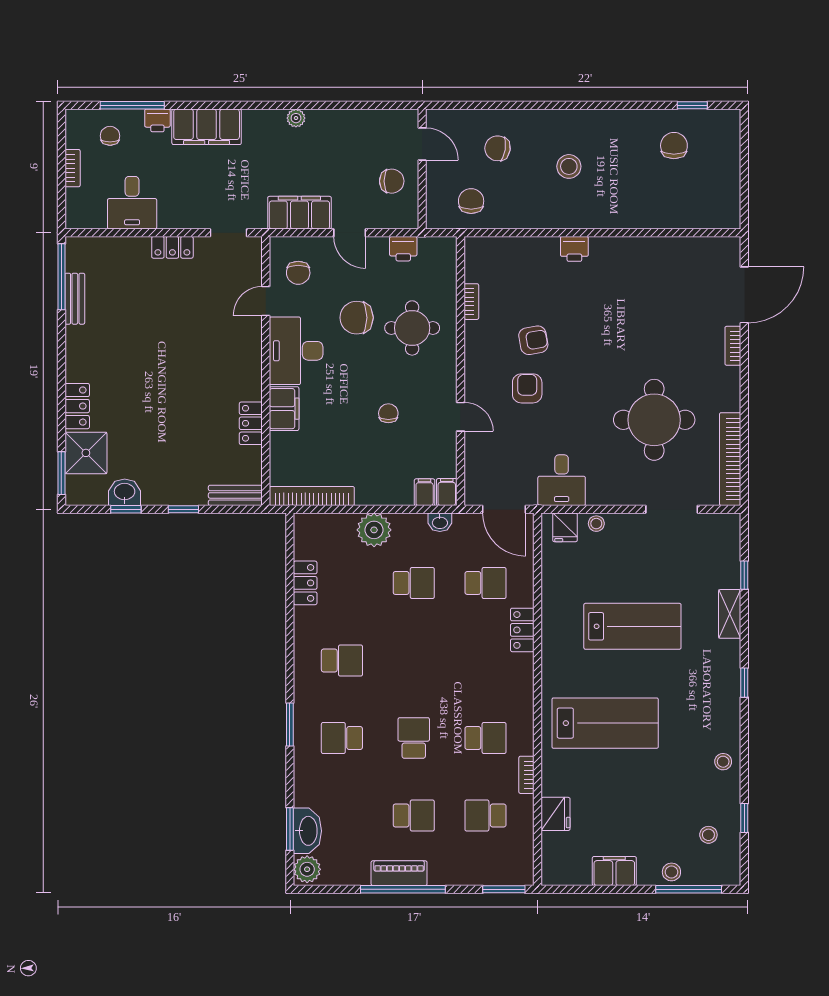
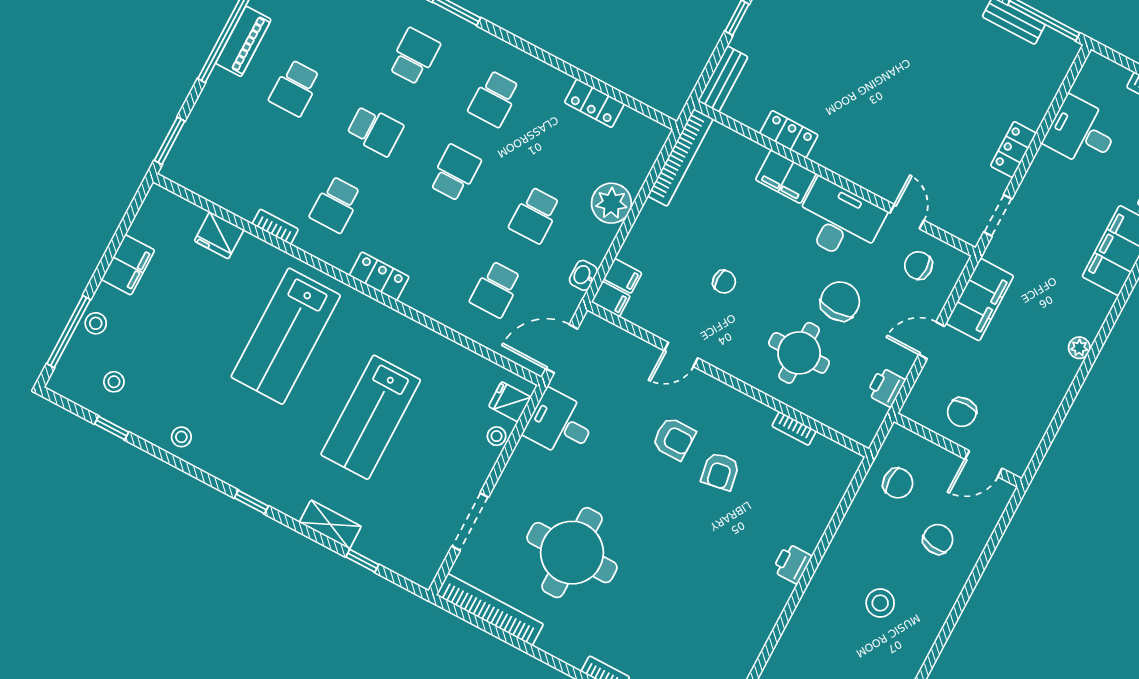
locker: (522, 630) -> (379, 276), moved
school desk: (485, 816) -> (455, 173), moved

